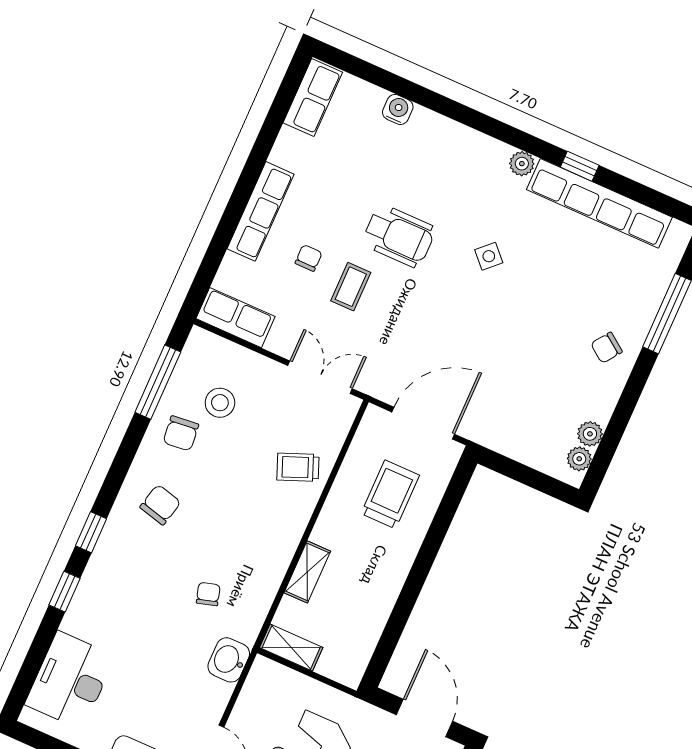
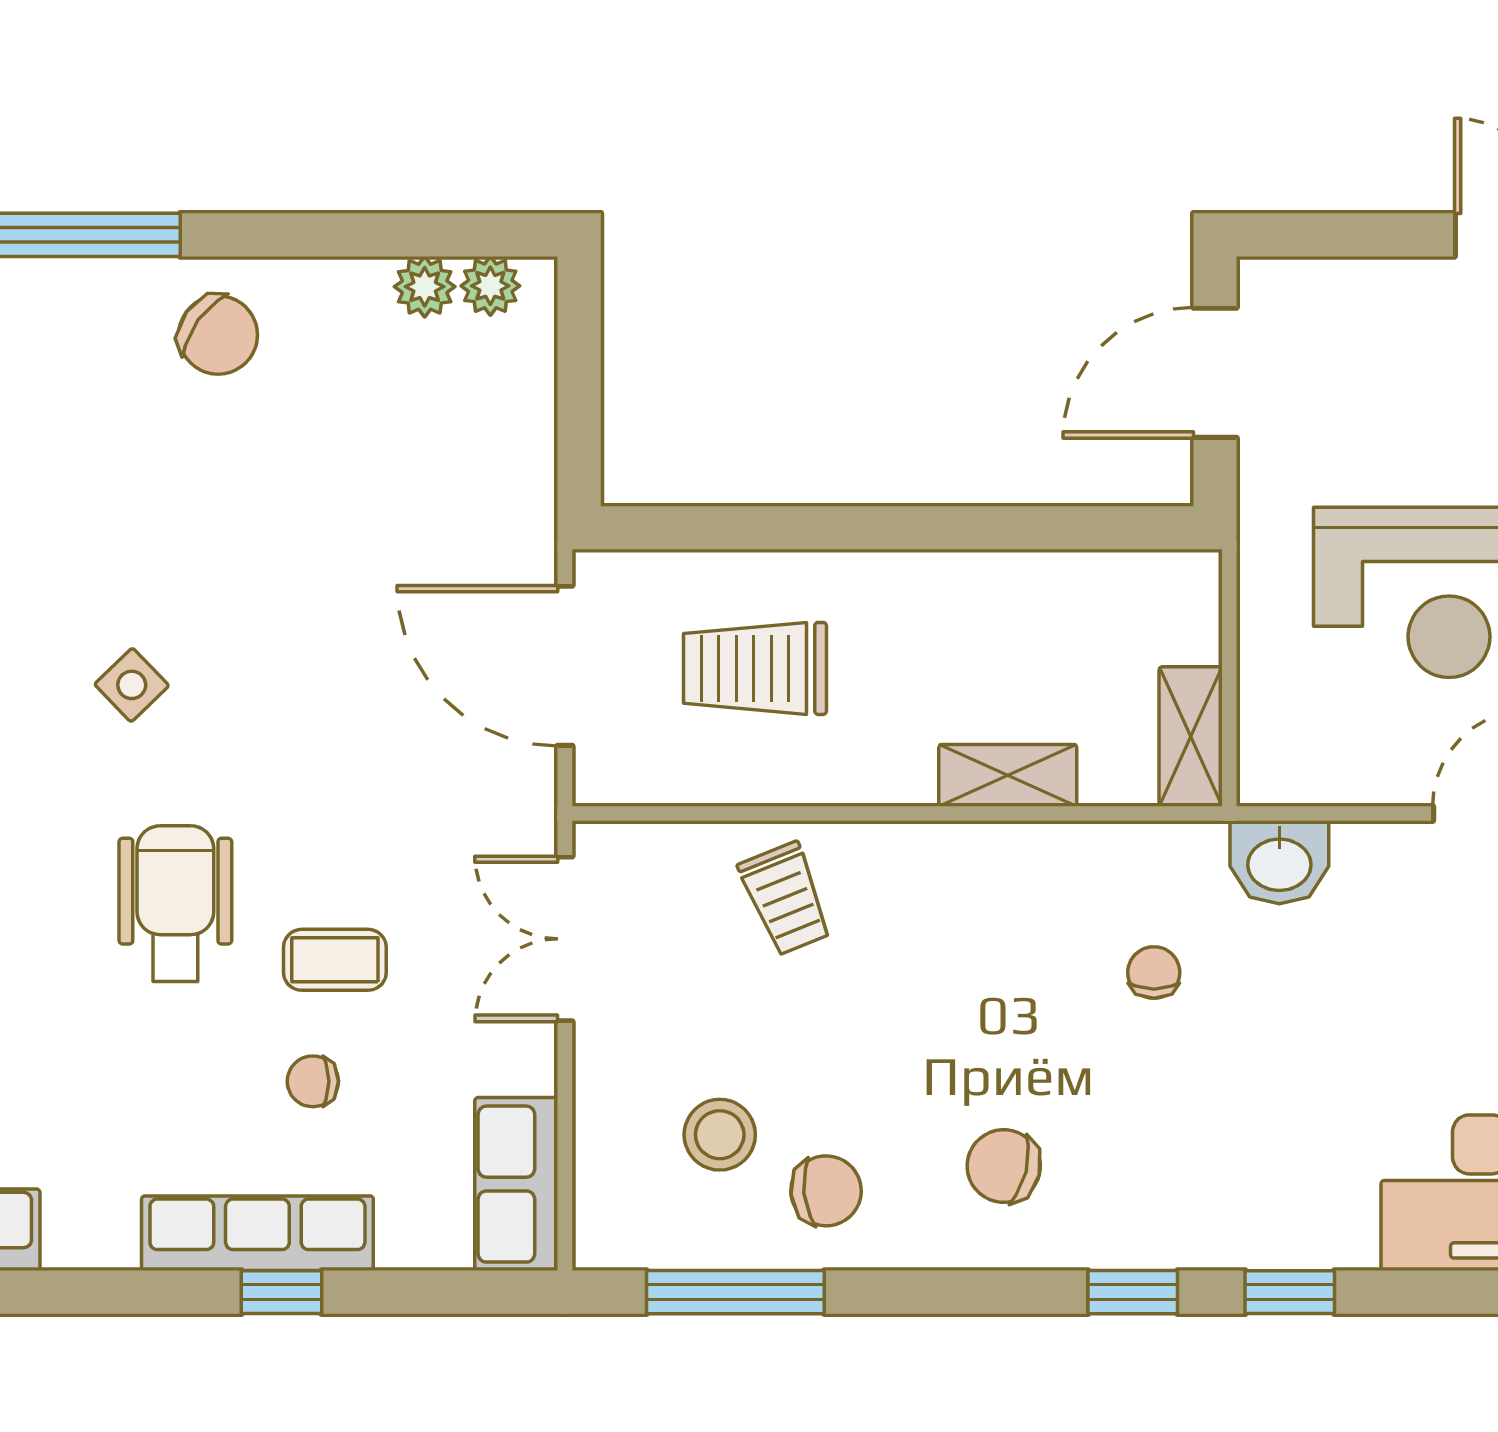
window: (234, 211) -> (282, 1292), added
chair: (606, 348) -> (218, 335), width x1.37, depth x1.37
chair: (208, 594) -> (1154, 972), turned 106

